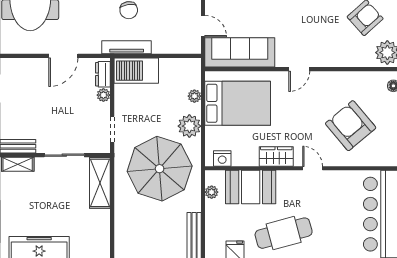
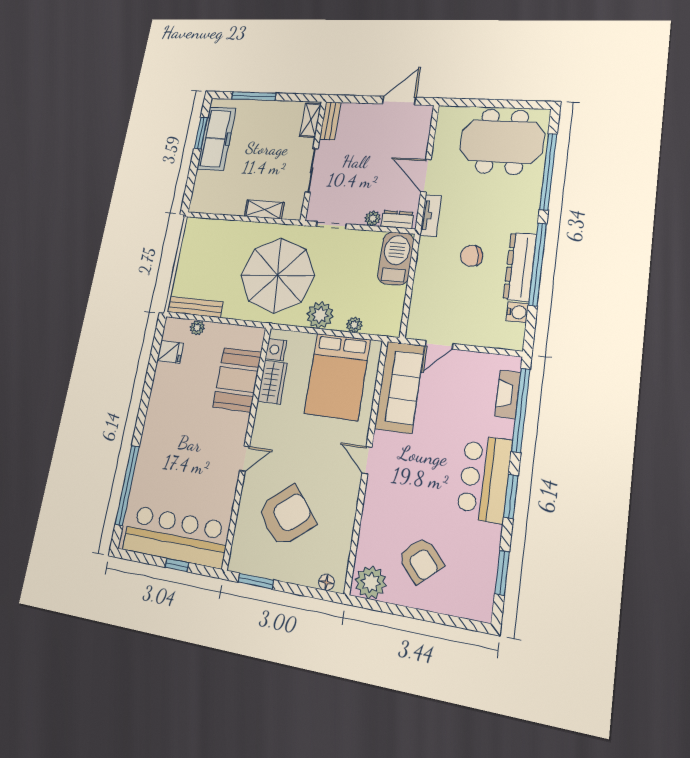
tv unit: (127, 47) -> (431, 216), moved, width x0.71
wardrobe: (276, 156) -> (272, 382), moved
shelving: (100, 183) -> (264, 209), width x0.67, depth x0.75
plant: (212, 192) -> (197, 328), moved
cafe table: (284, 233) -> (179, 412), removed

